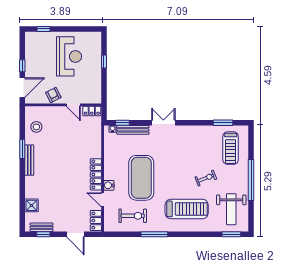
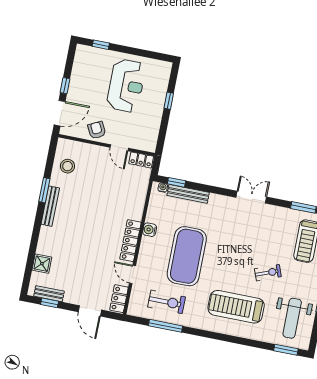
double door: (163, 123) -> (251, 197), moved
water cooler: (109, 185) -> (150, 230), moved
treadmill: (187, 209) -> (236, 307), turned 180
window: (154, 234) -> (165, 326), moved

